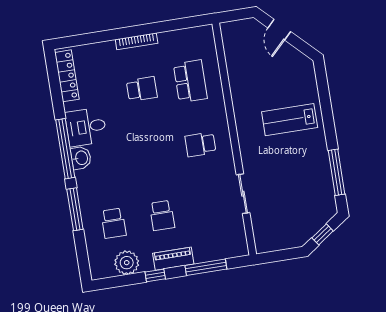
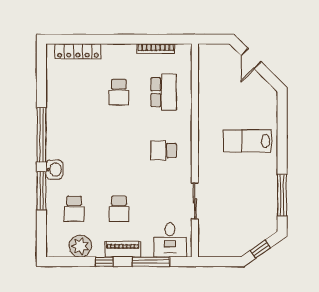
bookcase: (137, 41) -> (156, 49), moved
locker: (67, 76) -> (78, 51), moved, turned 90
school desk: (142, 89) -> (119, 92), turned 90
desk: (86, 127) -> (170, 240), moved, turned -90
washbasin: (81, 158) -> (54, 170), moved

